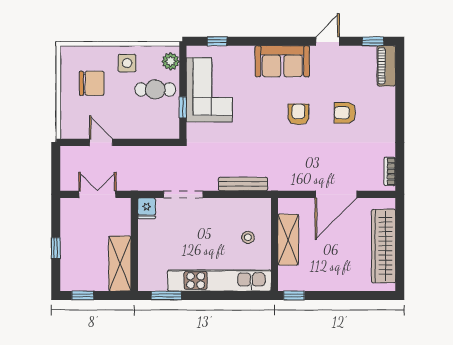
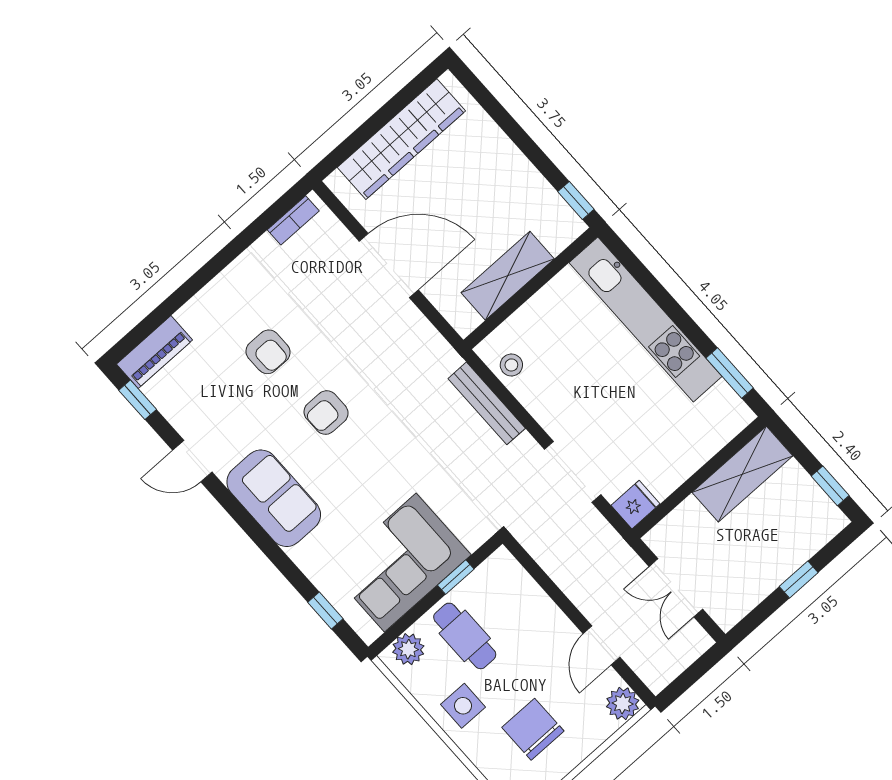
plant: (69, 130) -> (623, 704), added
stool: (248, 237) -> (511, 365), moved

